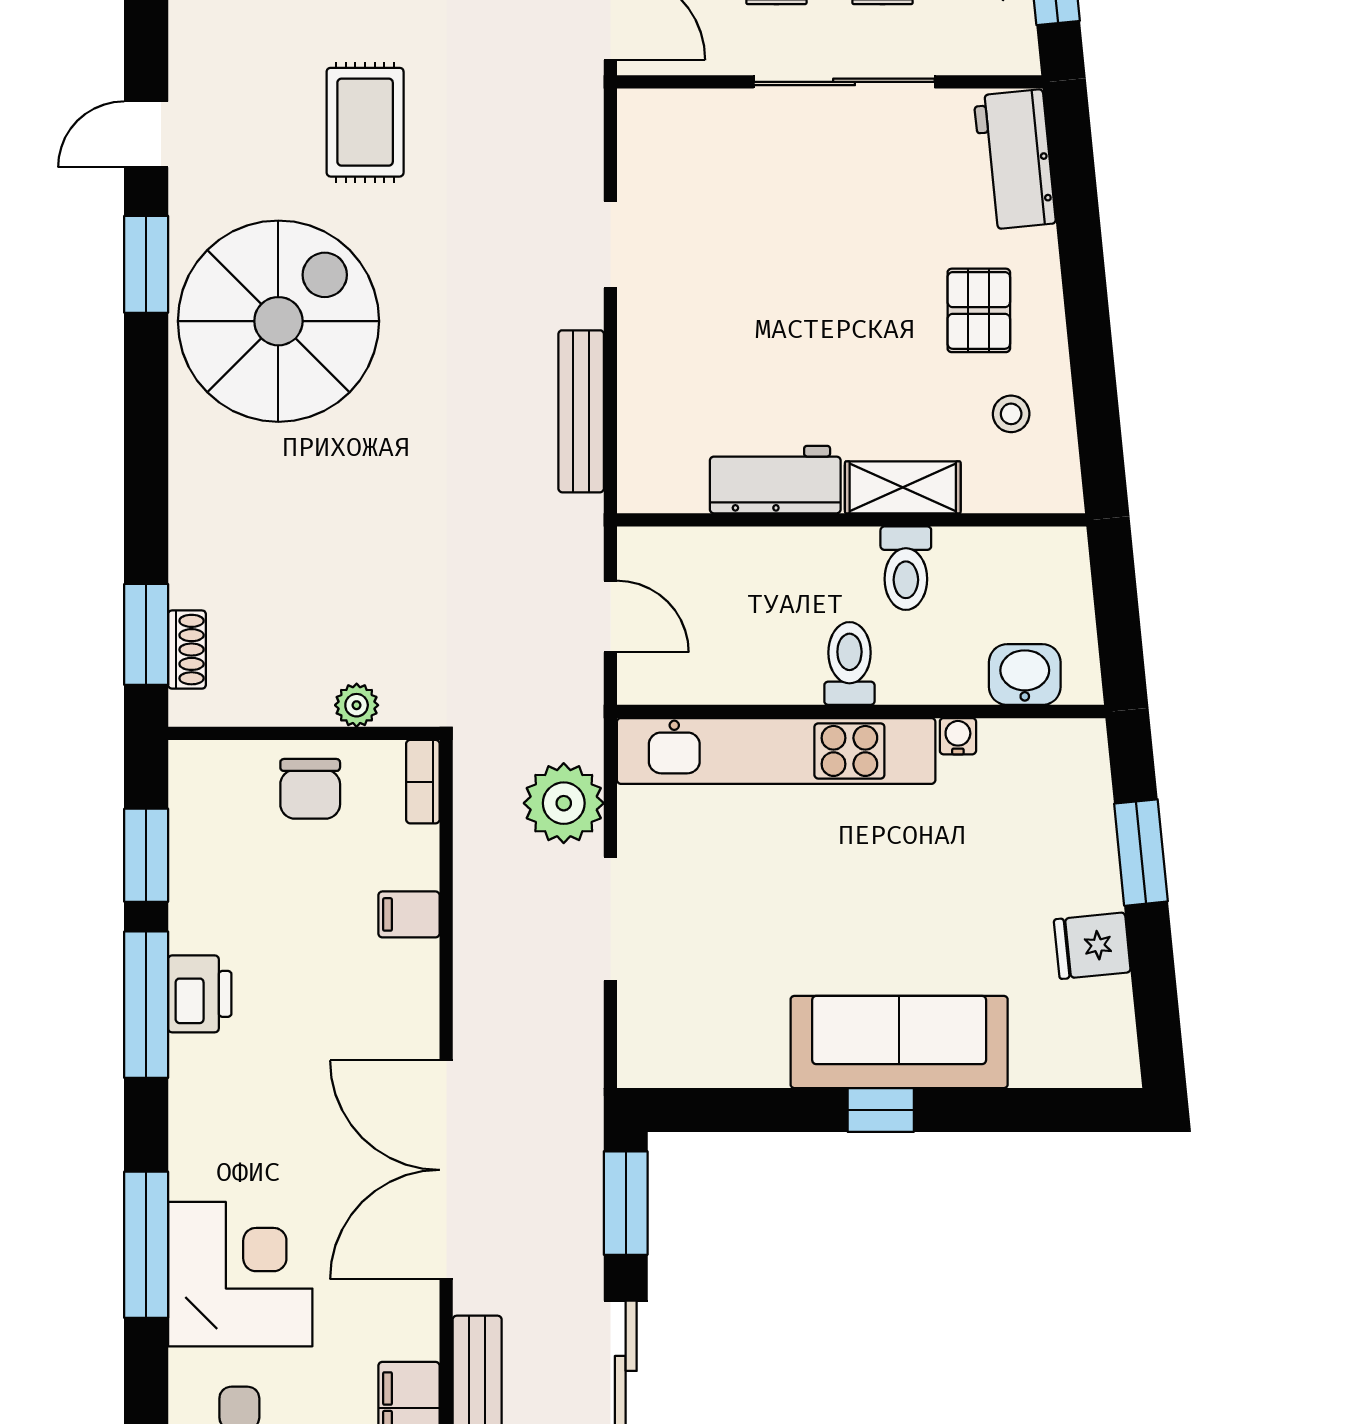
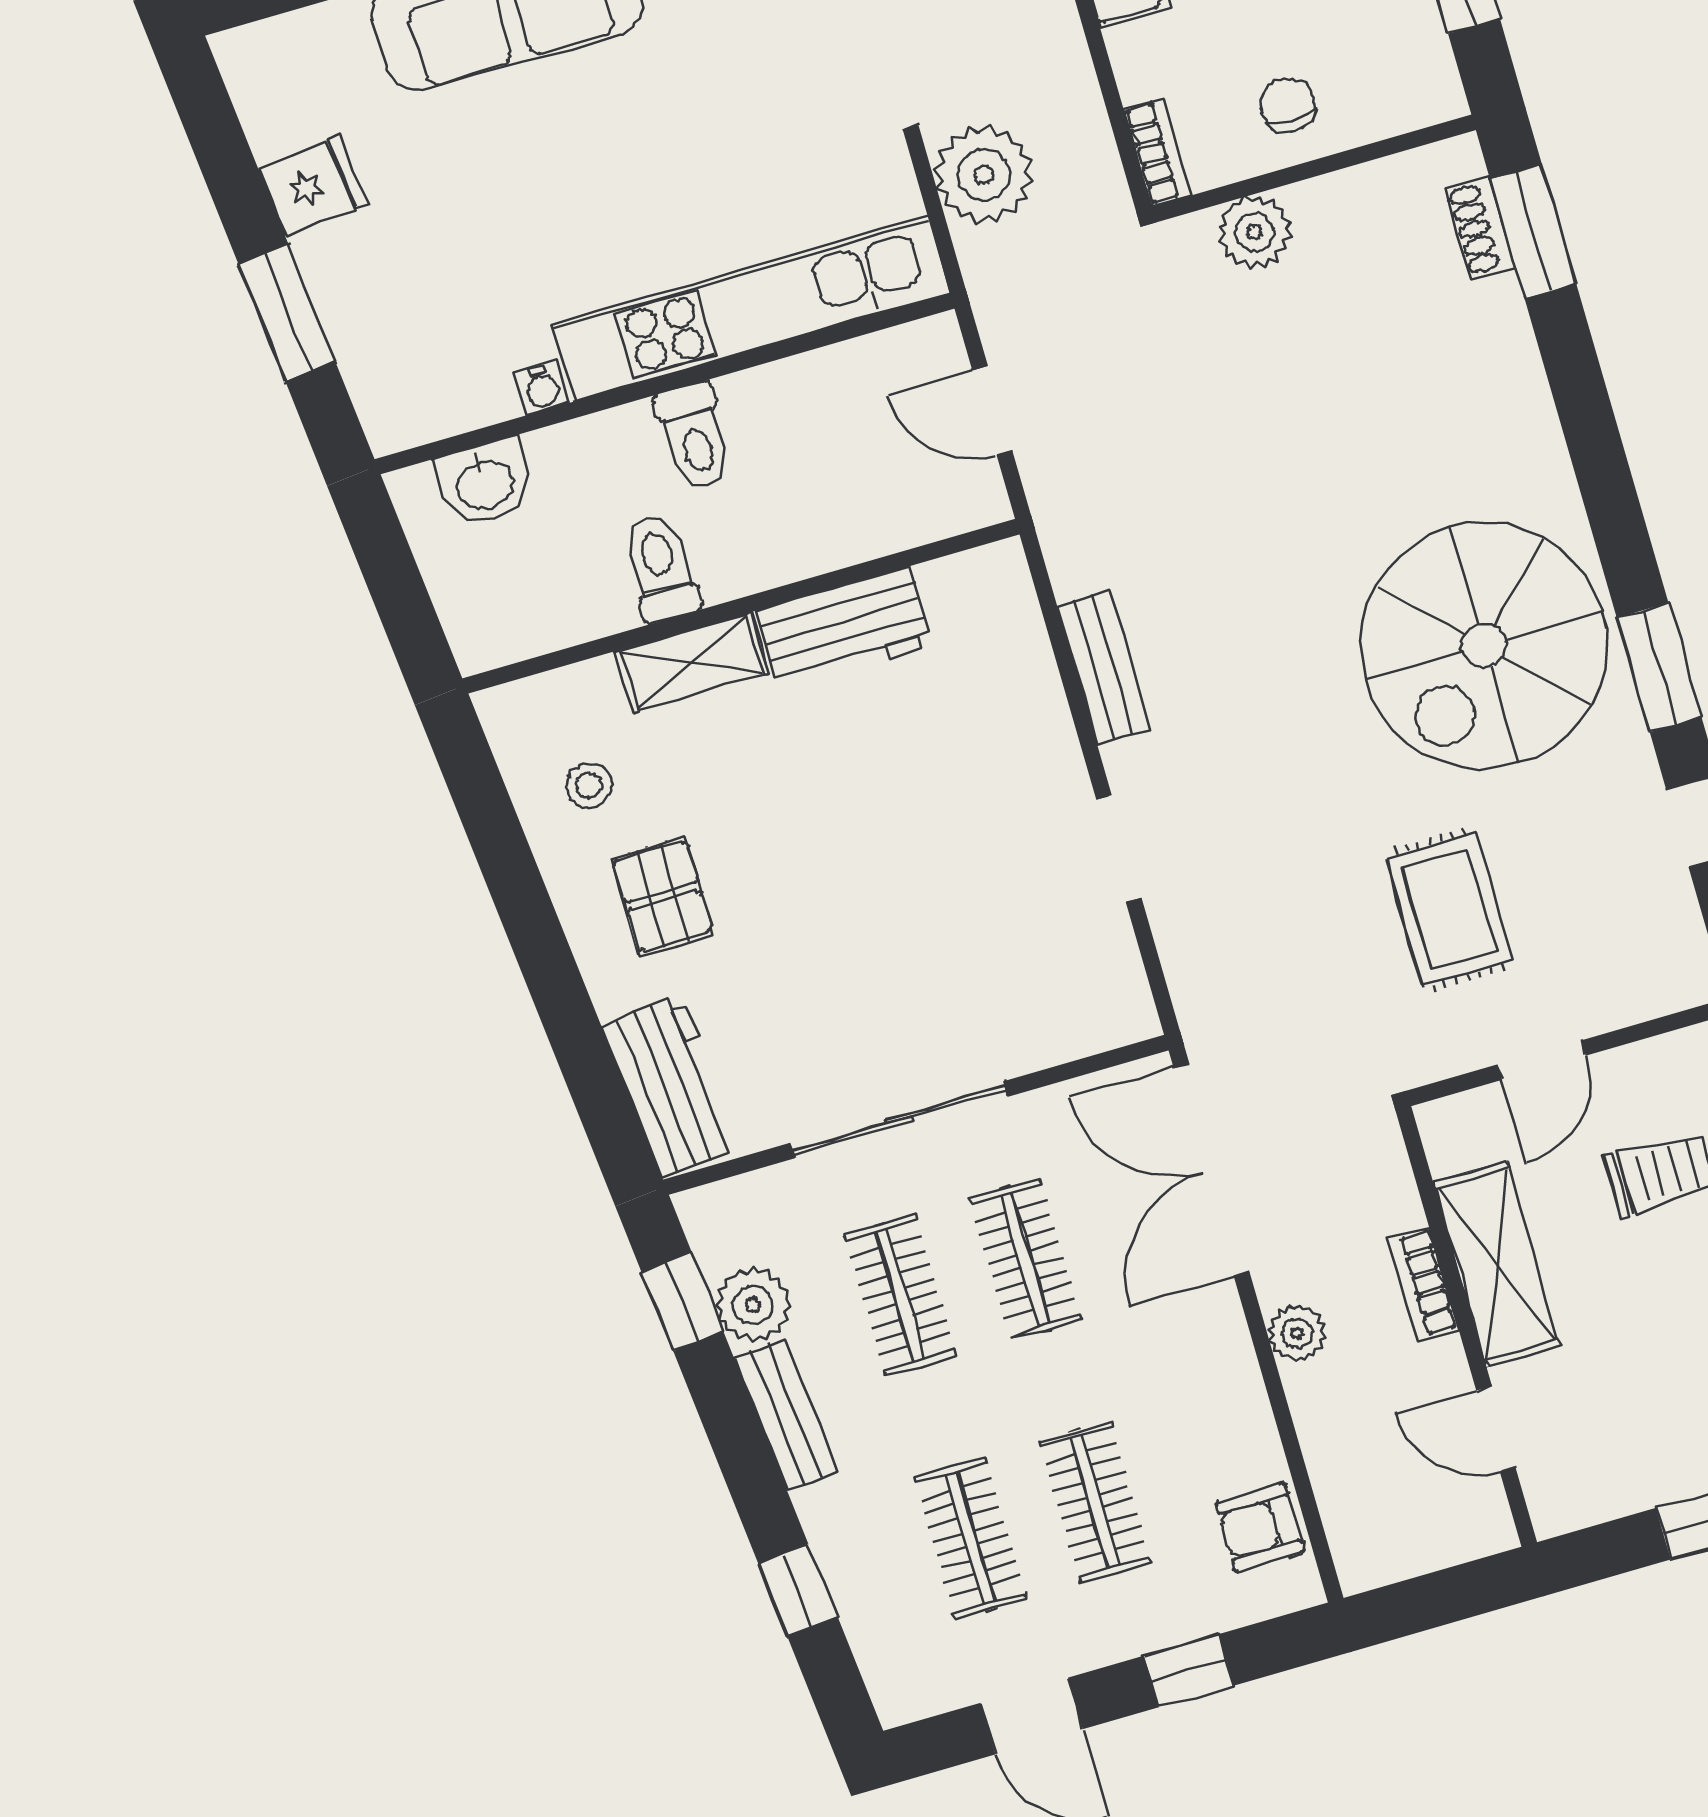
bench: (581, 411) -> (1104, 668), width x0.73
plant: (357, 705) -> (1254, 232), width x1.38, depth x1.38
chair: (310, 789) -> (1287, 105), width x0.73, depth x0.73

